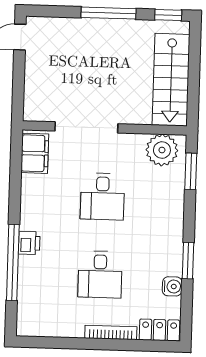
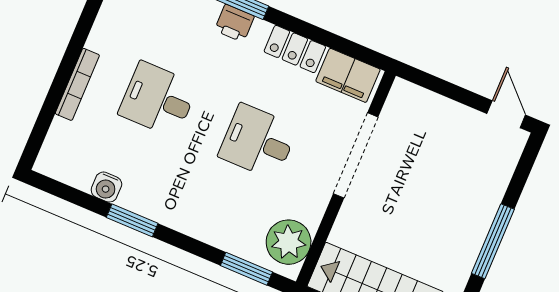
locker: (159, 330) -> (295, 49), moved, turned 90

